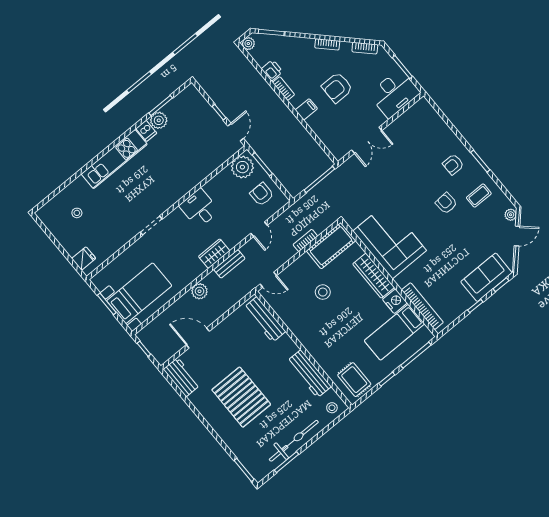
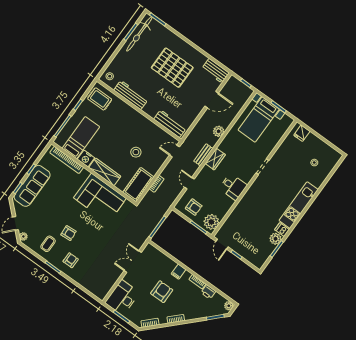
sofa: (486, 277) -> (32, 186), width x1.36
bicycle: (294, 441) -> (139, 34), moved

